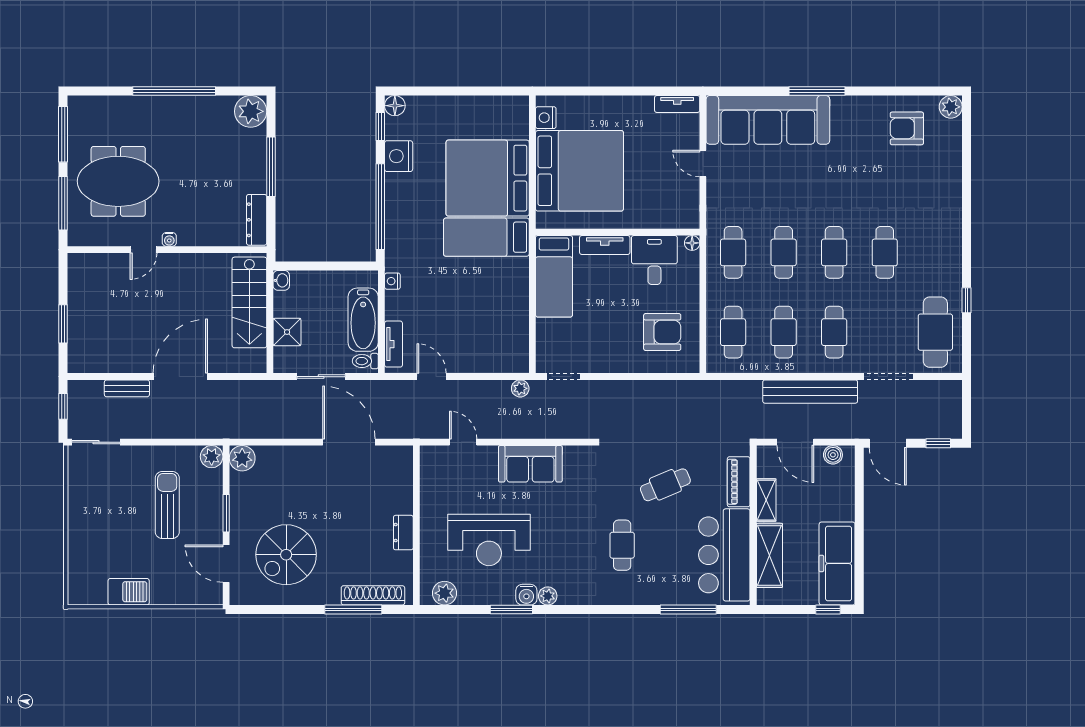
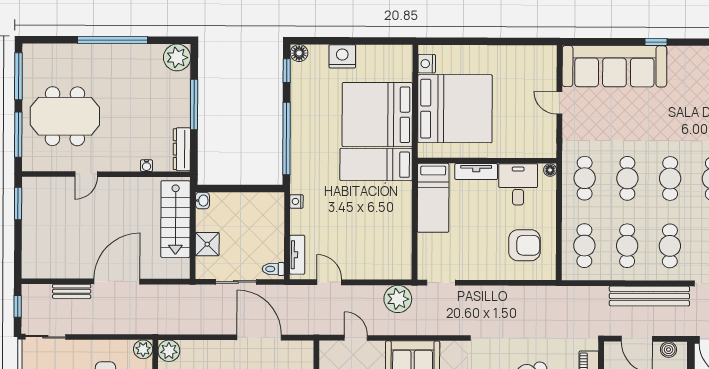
window: (817, 91) -> (656, 42), width x0.46
tv unit: (677, 104) -> (538, 53), removed
nightstand: (399, 156) -> (342, 56), moved, turned 90
water cooler: (169, 239) -> (147, 166), moved
bathtub: (363, 320) -> (272, 234), removed
window: (63, 324) -> (18, 204), moved
plant: (520, 388) -> (398, 299), width x1.87, depth x1.87

